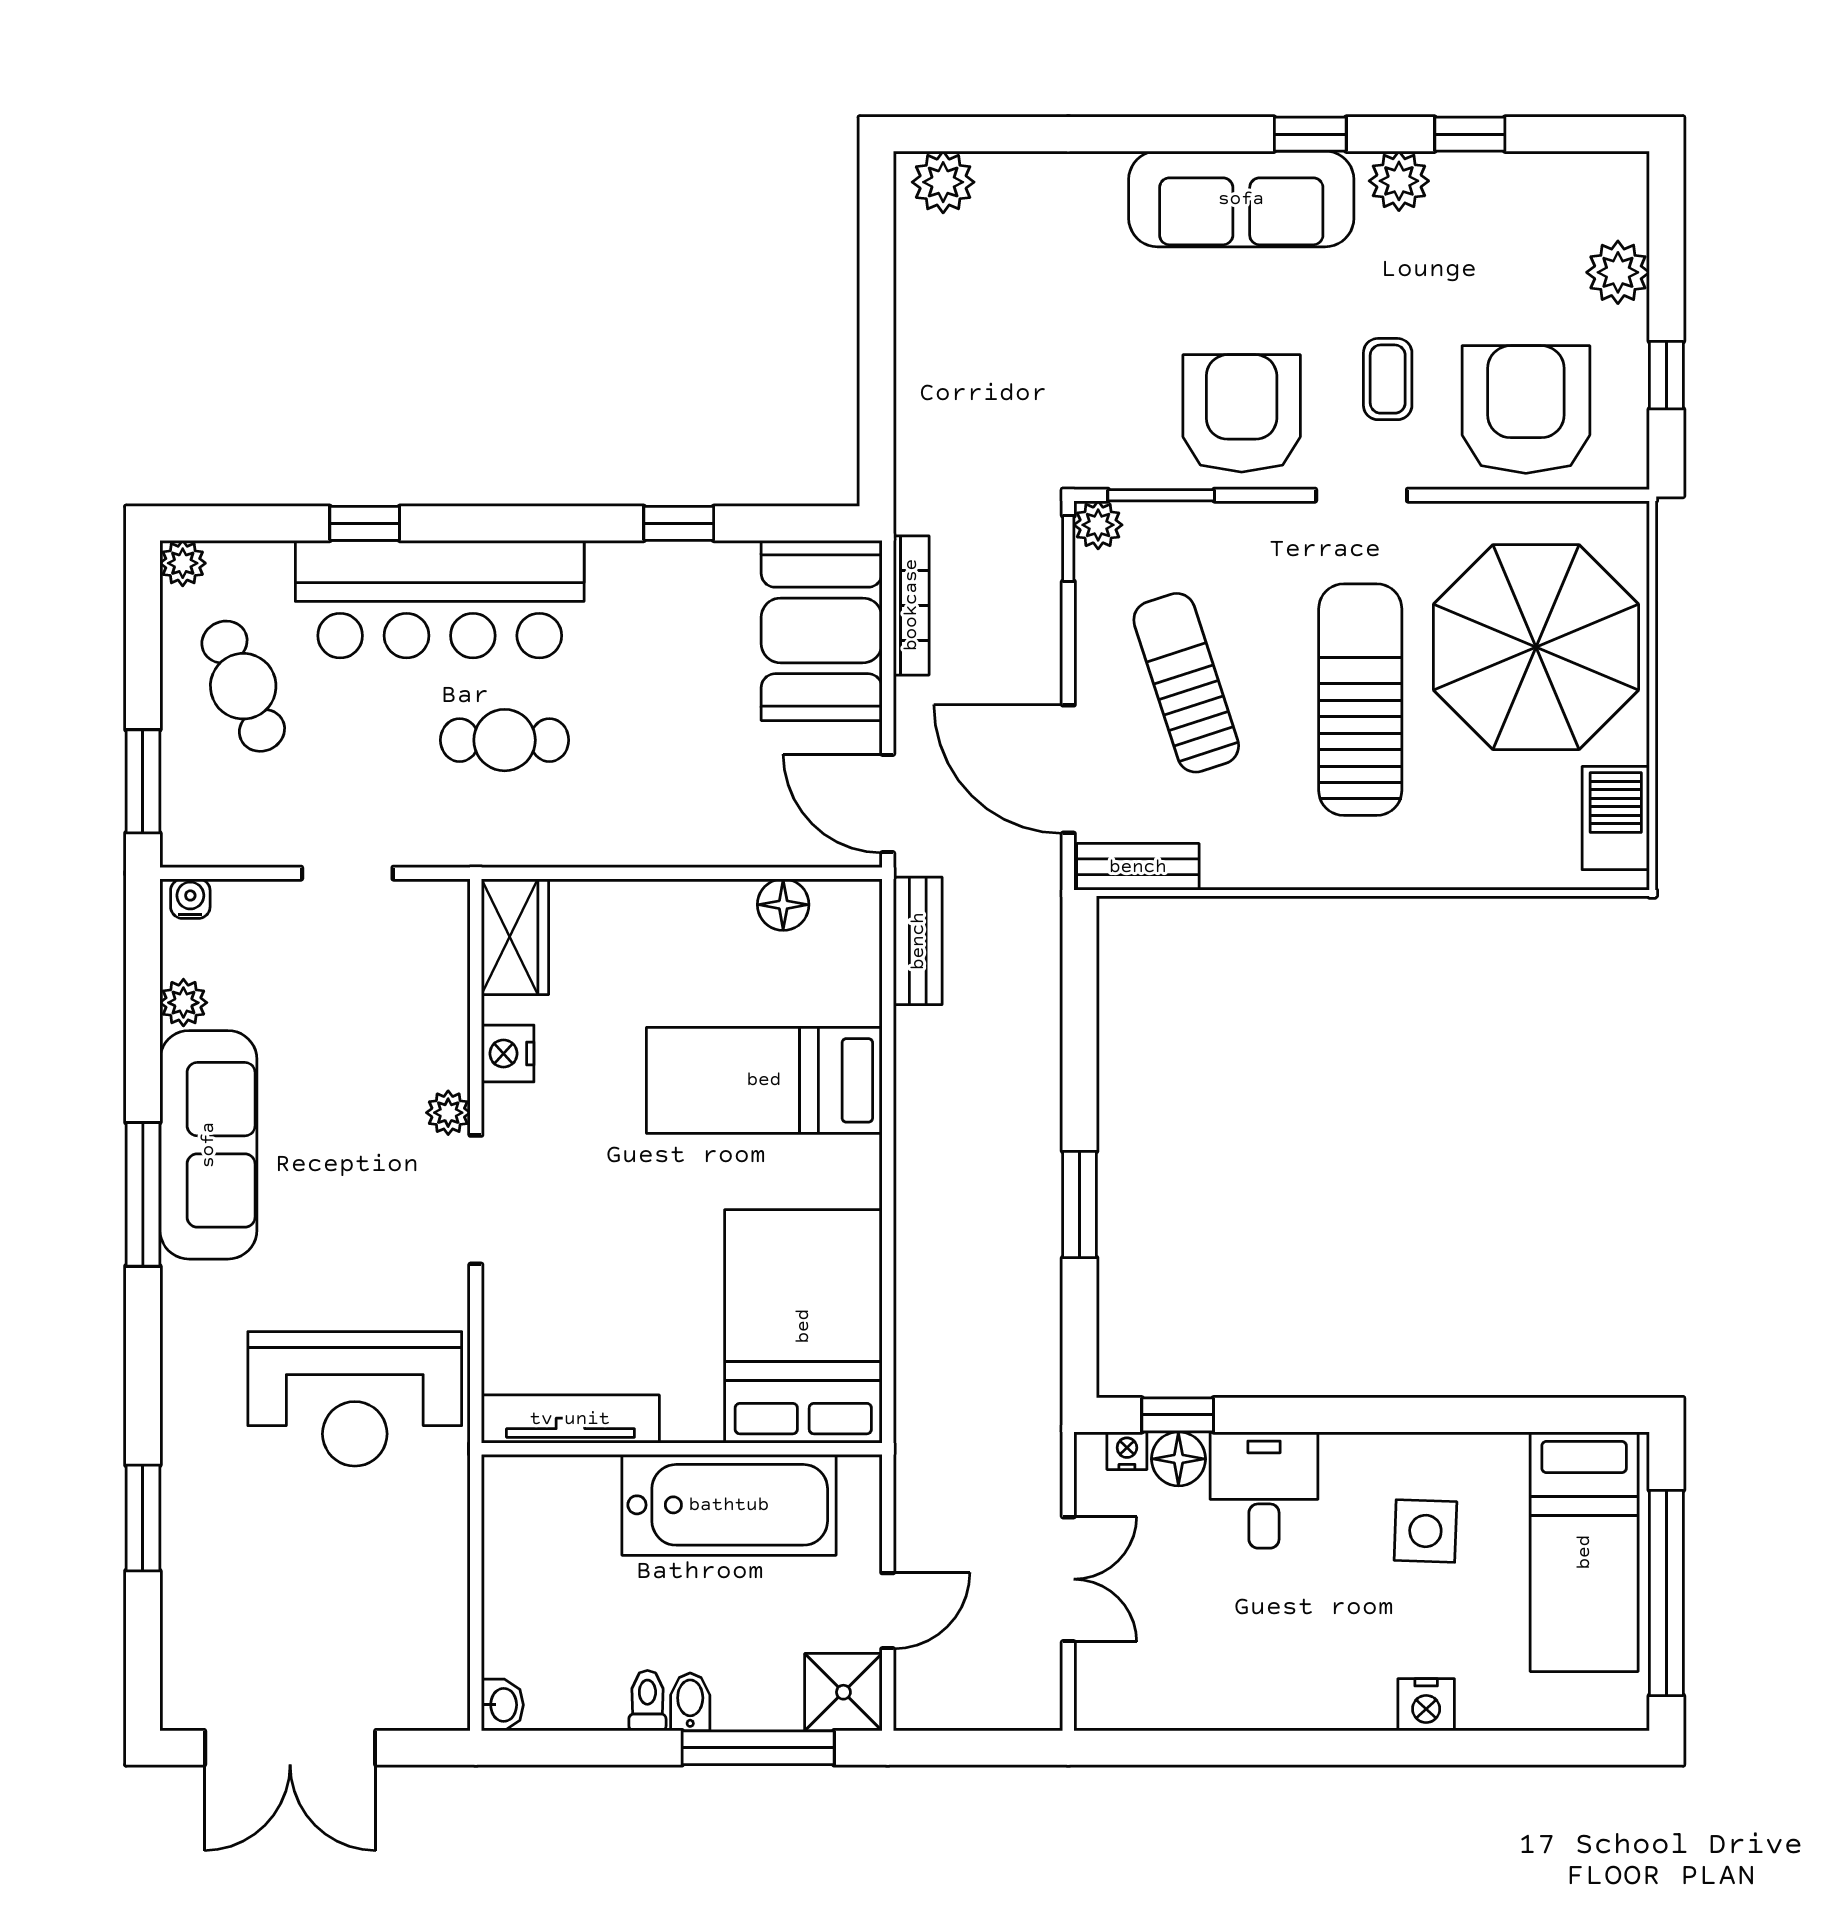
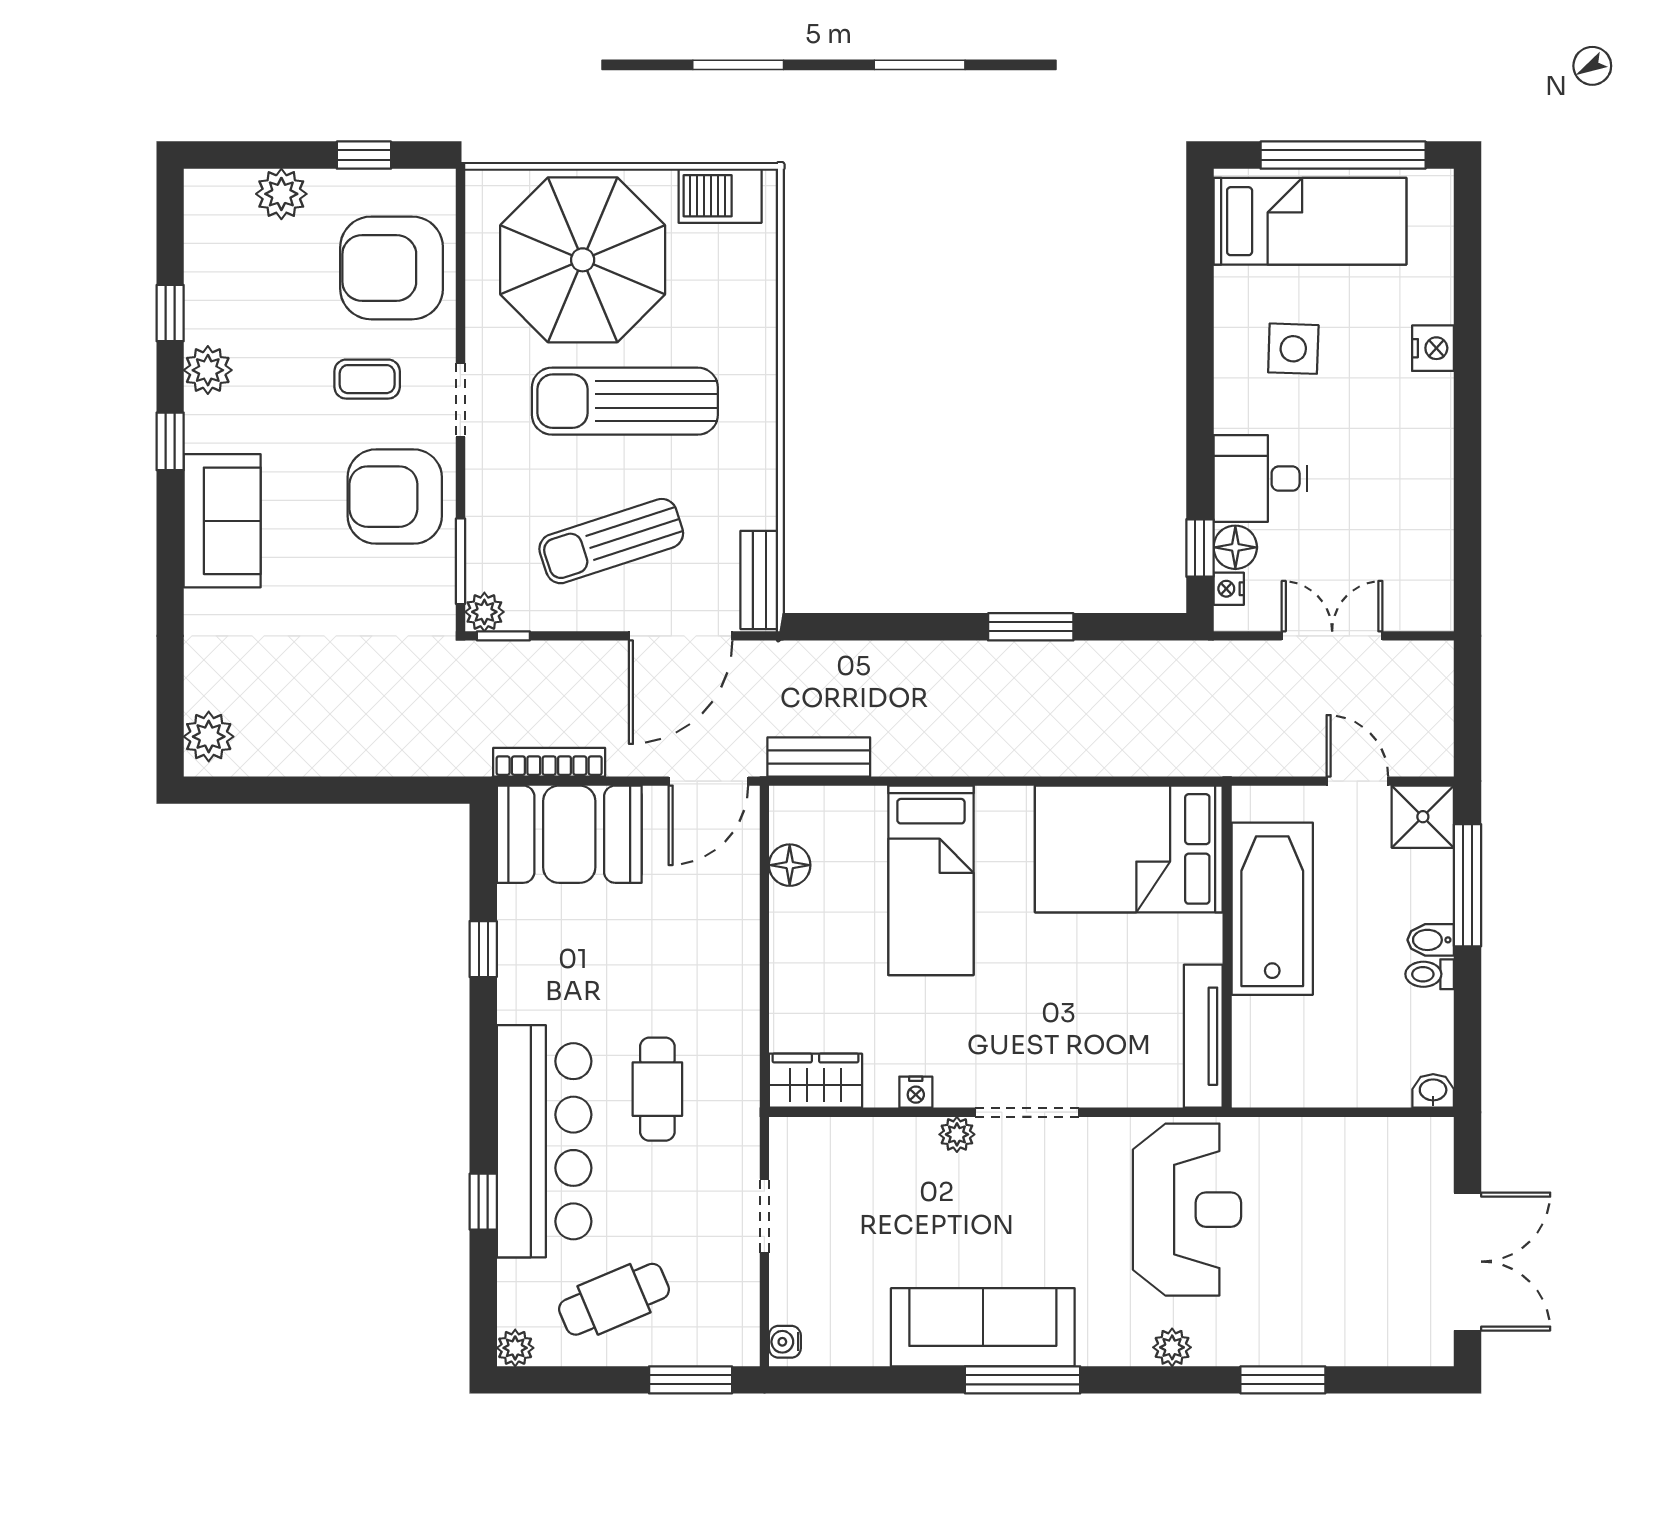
sofa: (1241, 199) -> (222, 521), width x0.73
plant: (183, 1003) -> (1172, 1347), moved
nightstand: (508, 1054) -> (916, 1092), width x0.72, depth x0.74

